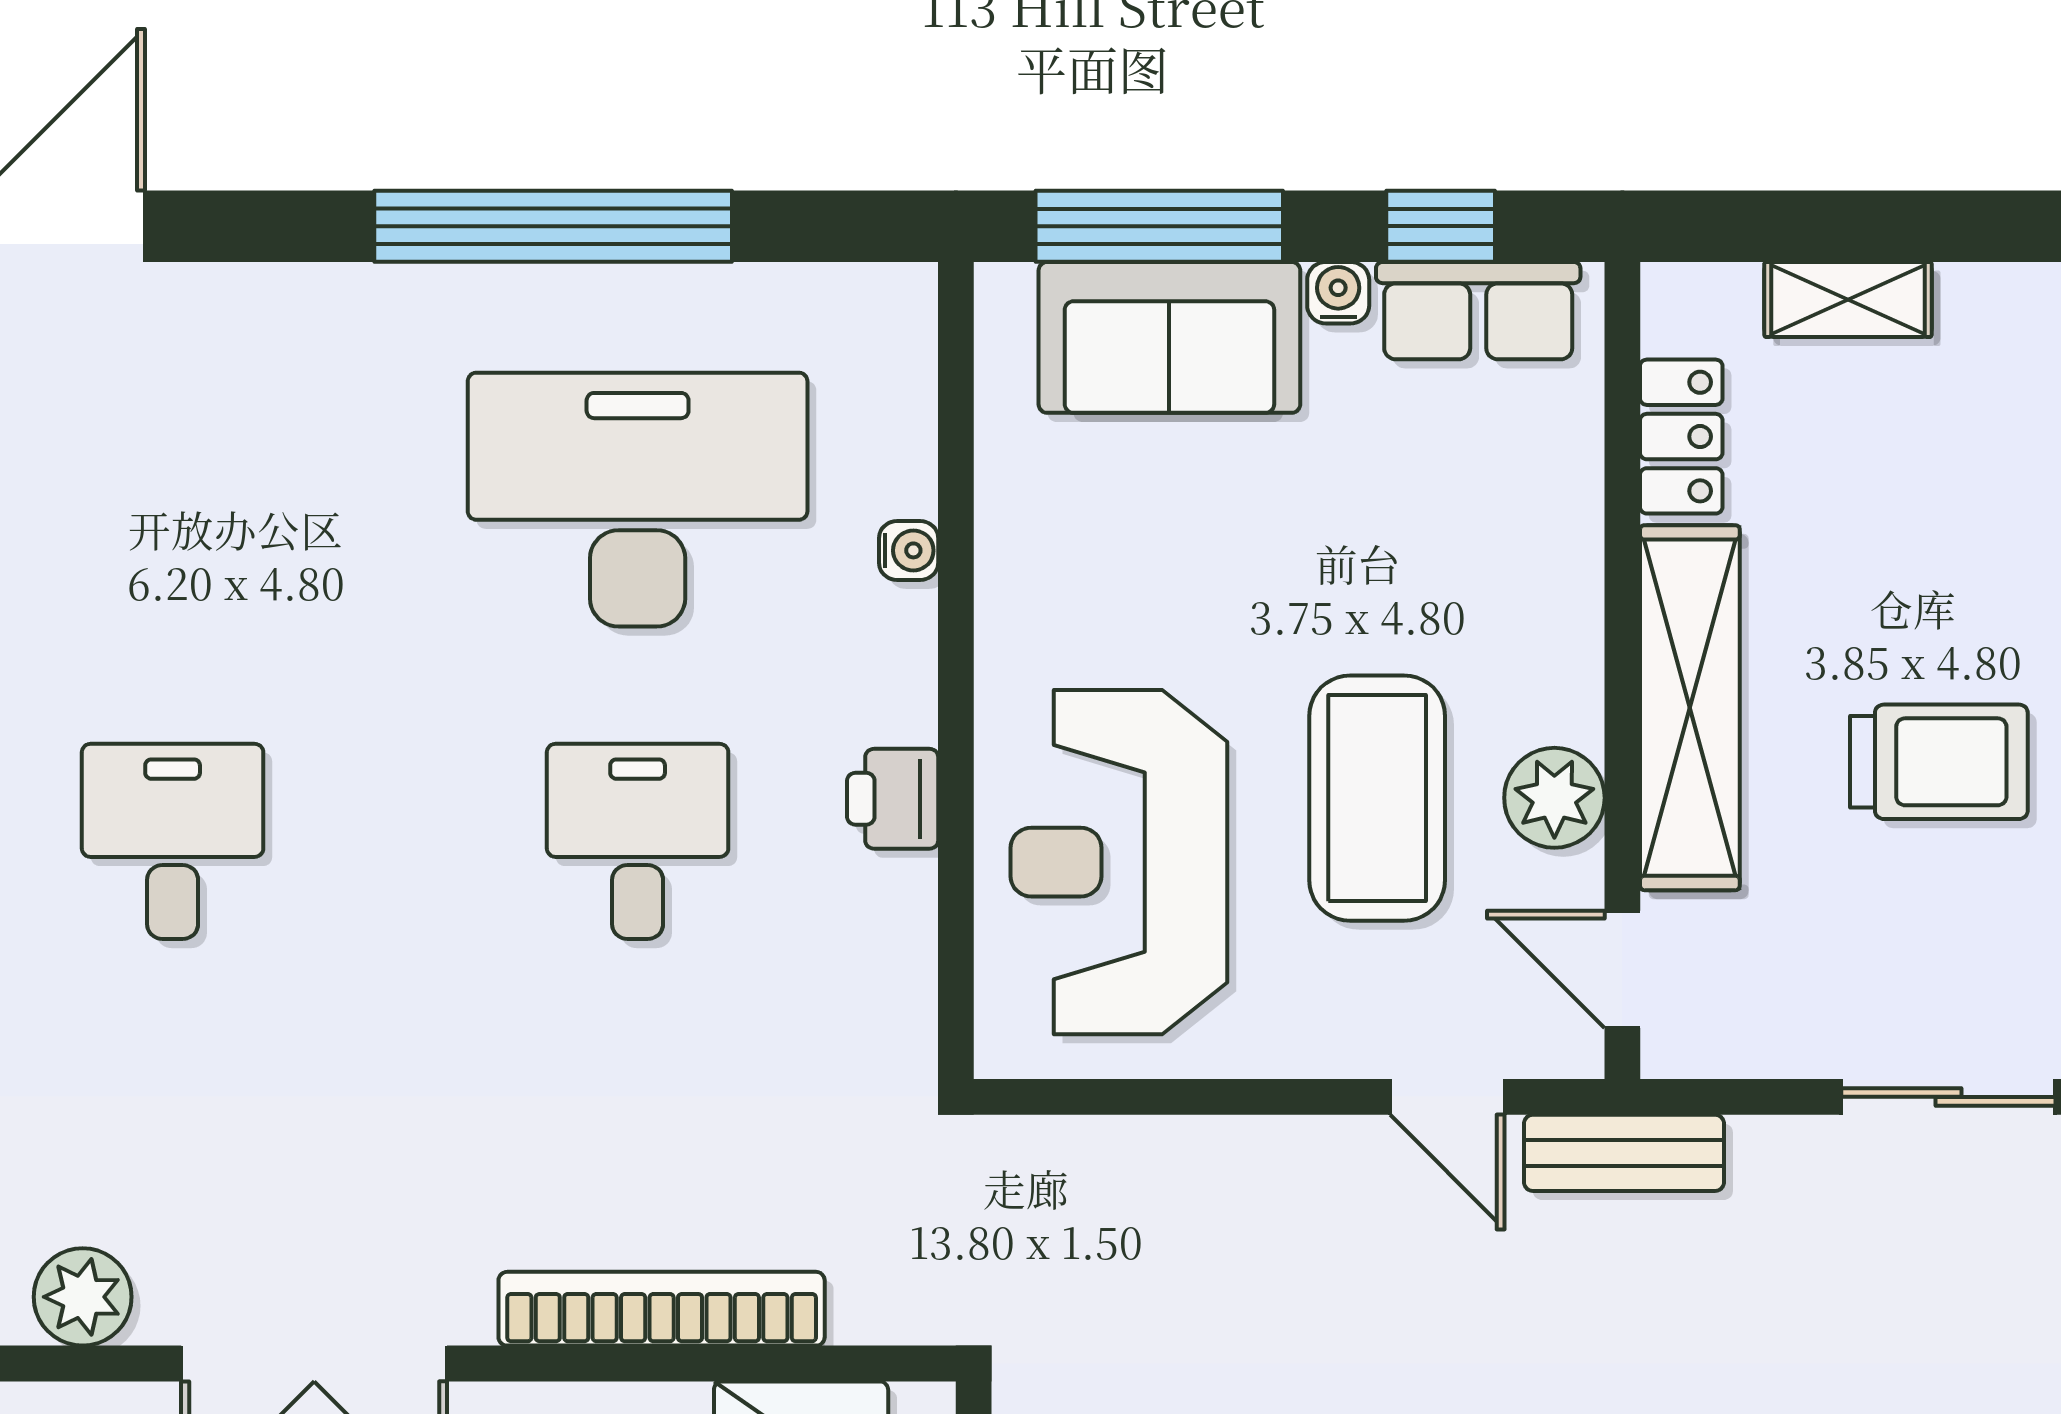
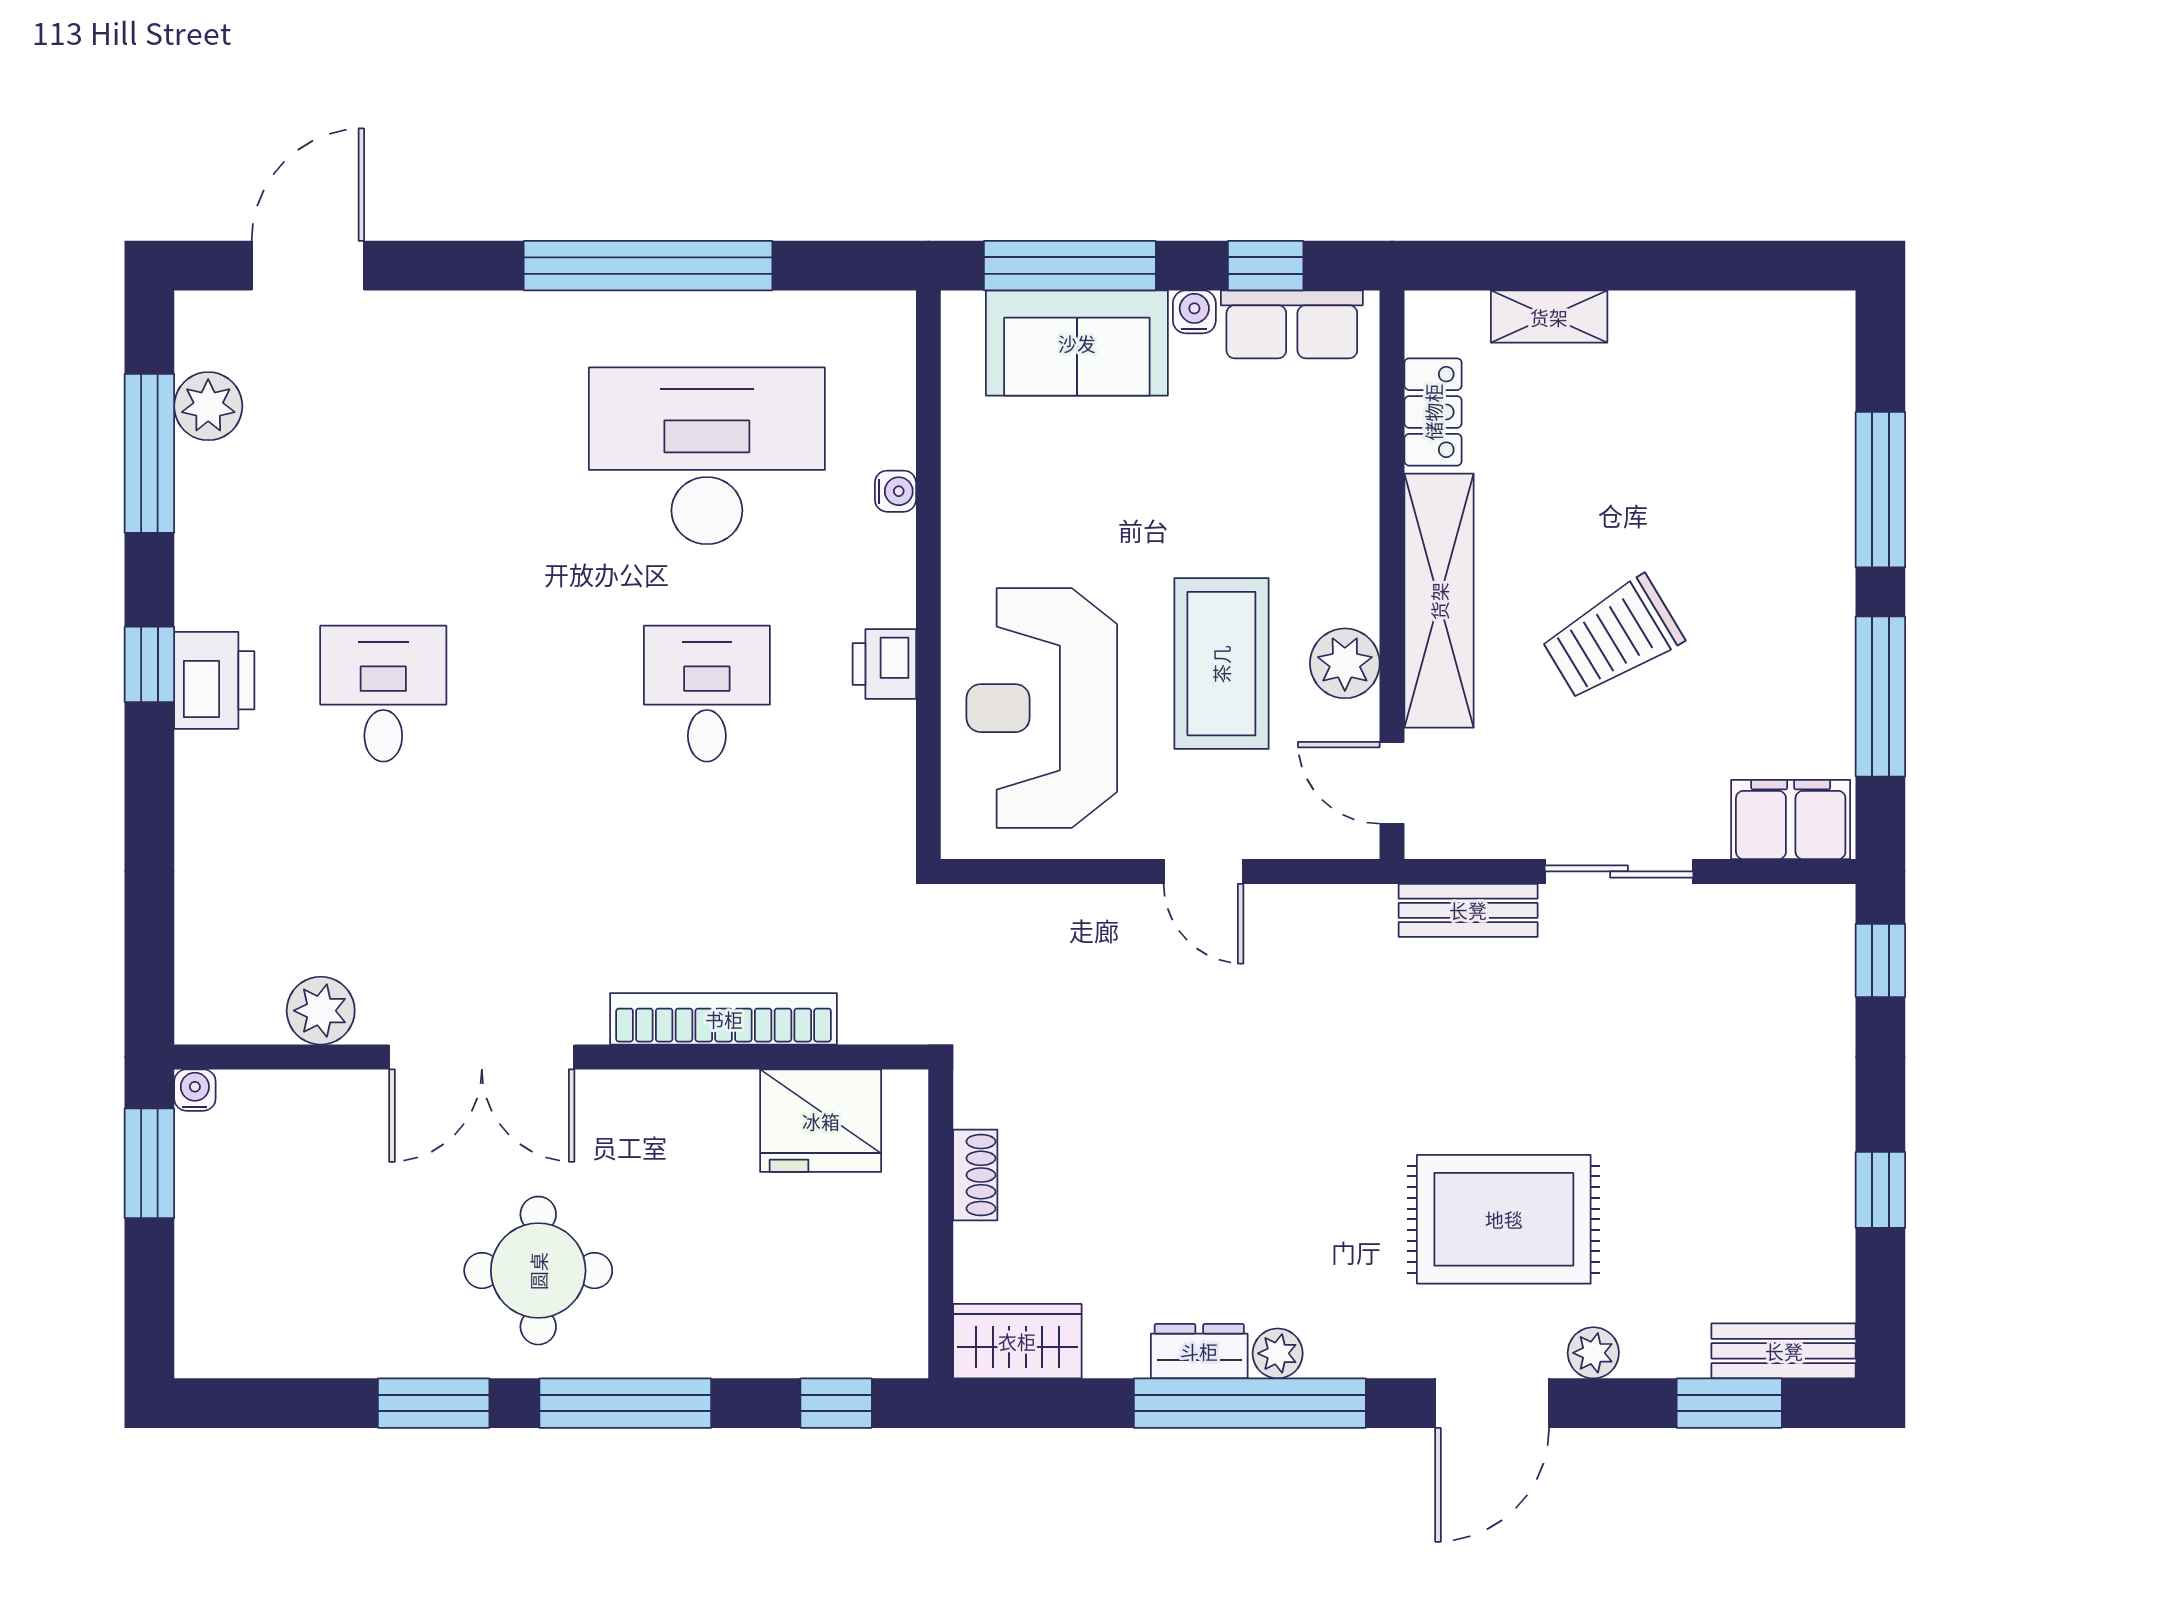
trolley: (1939, 762) -> (1612, 638), turned 149
door: (1447, 1097) -> (1204, 871), moved
bench: (1624, 1153) -> (1468, 910), moved

